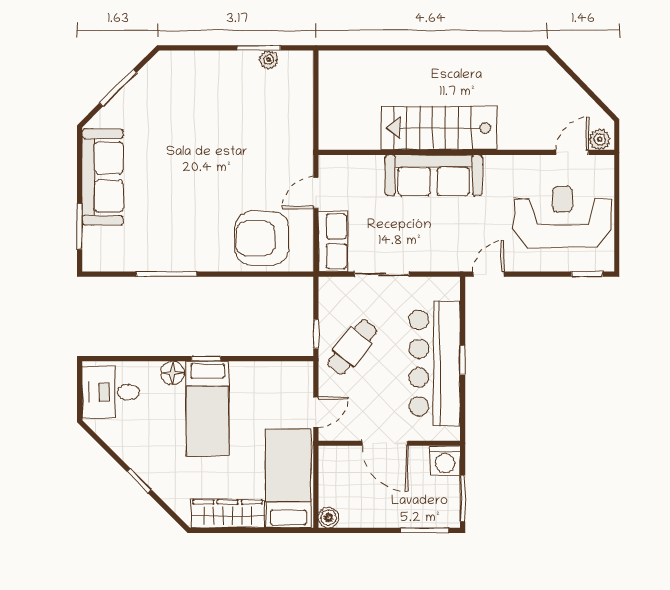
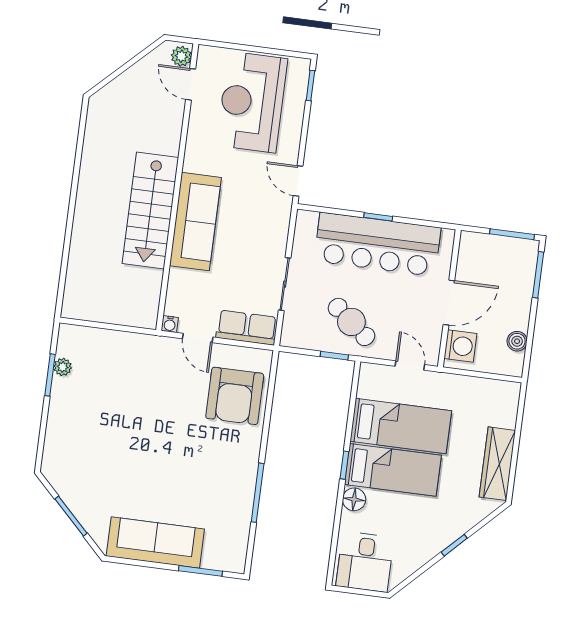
water cooler: (326, 163) -> (170, 324), added
washing machine: (445, 461) -> (460, 346), moved
bed: (288, 478) -> (401, 426), moved, turned 180
boiler: (328, 518) -> (517, 341), moved

